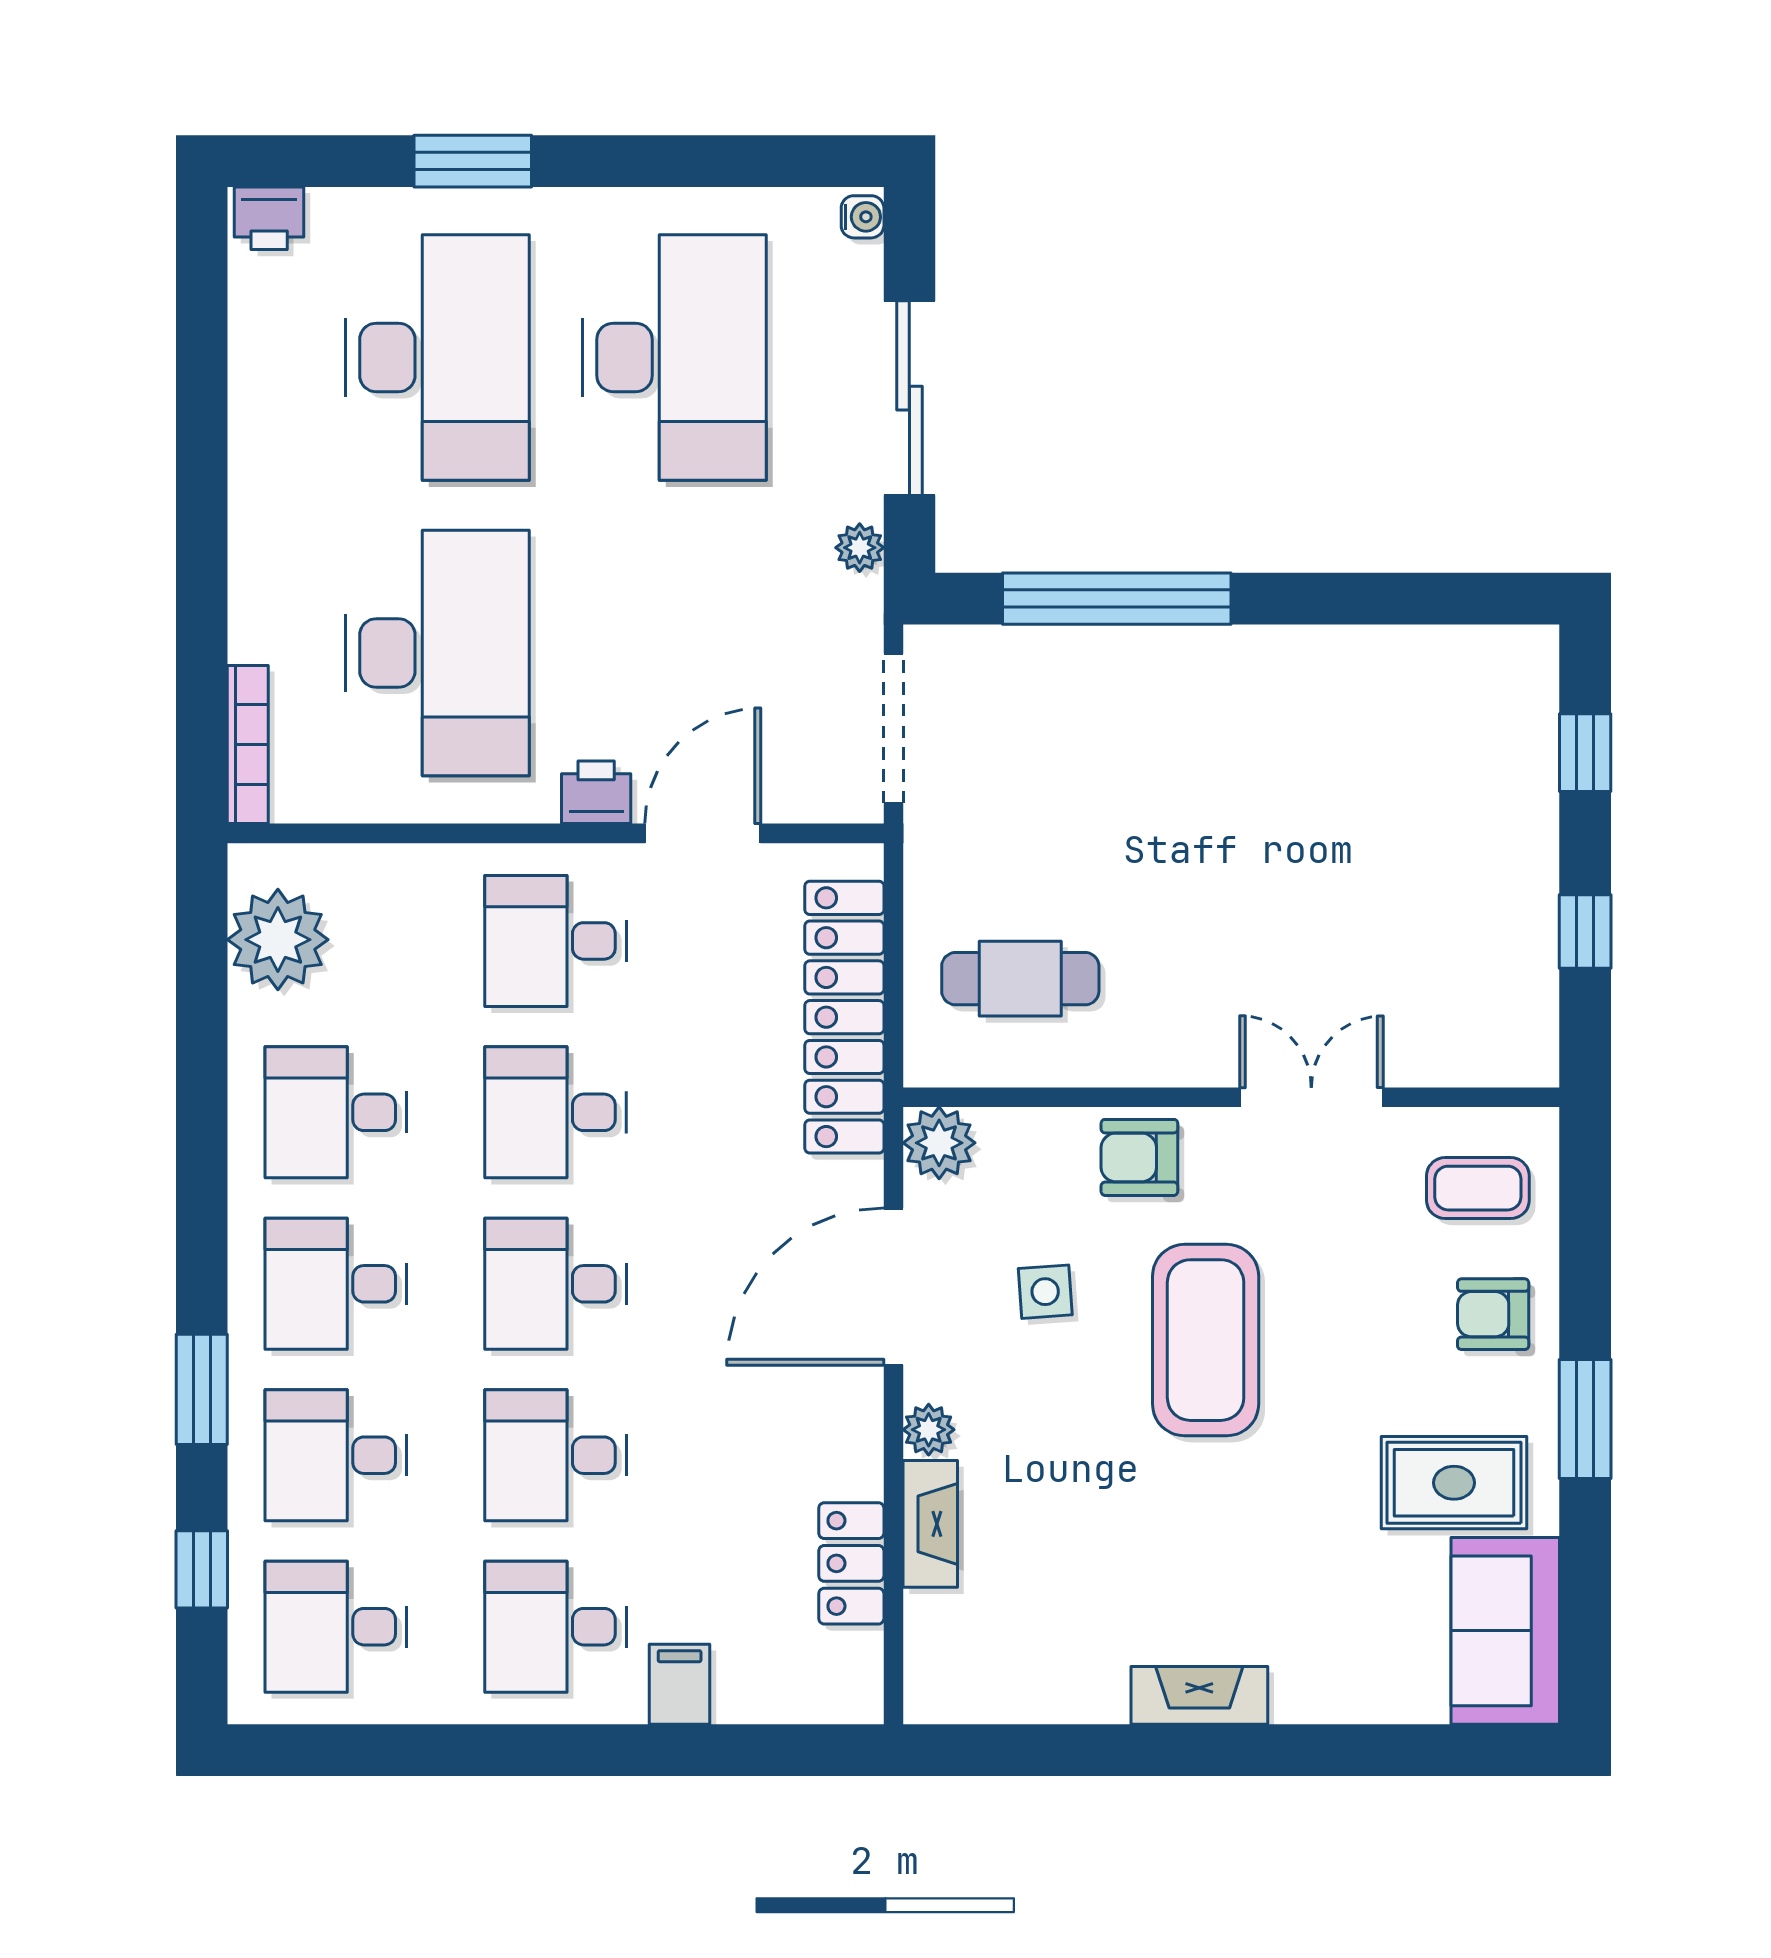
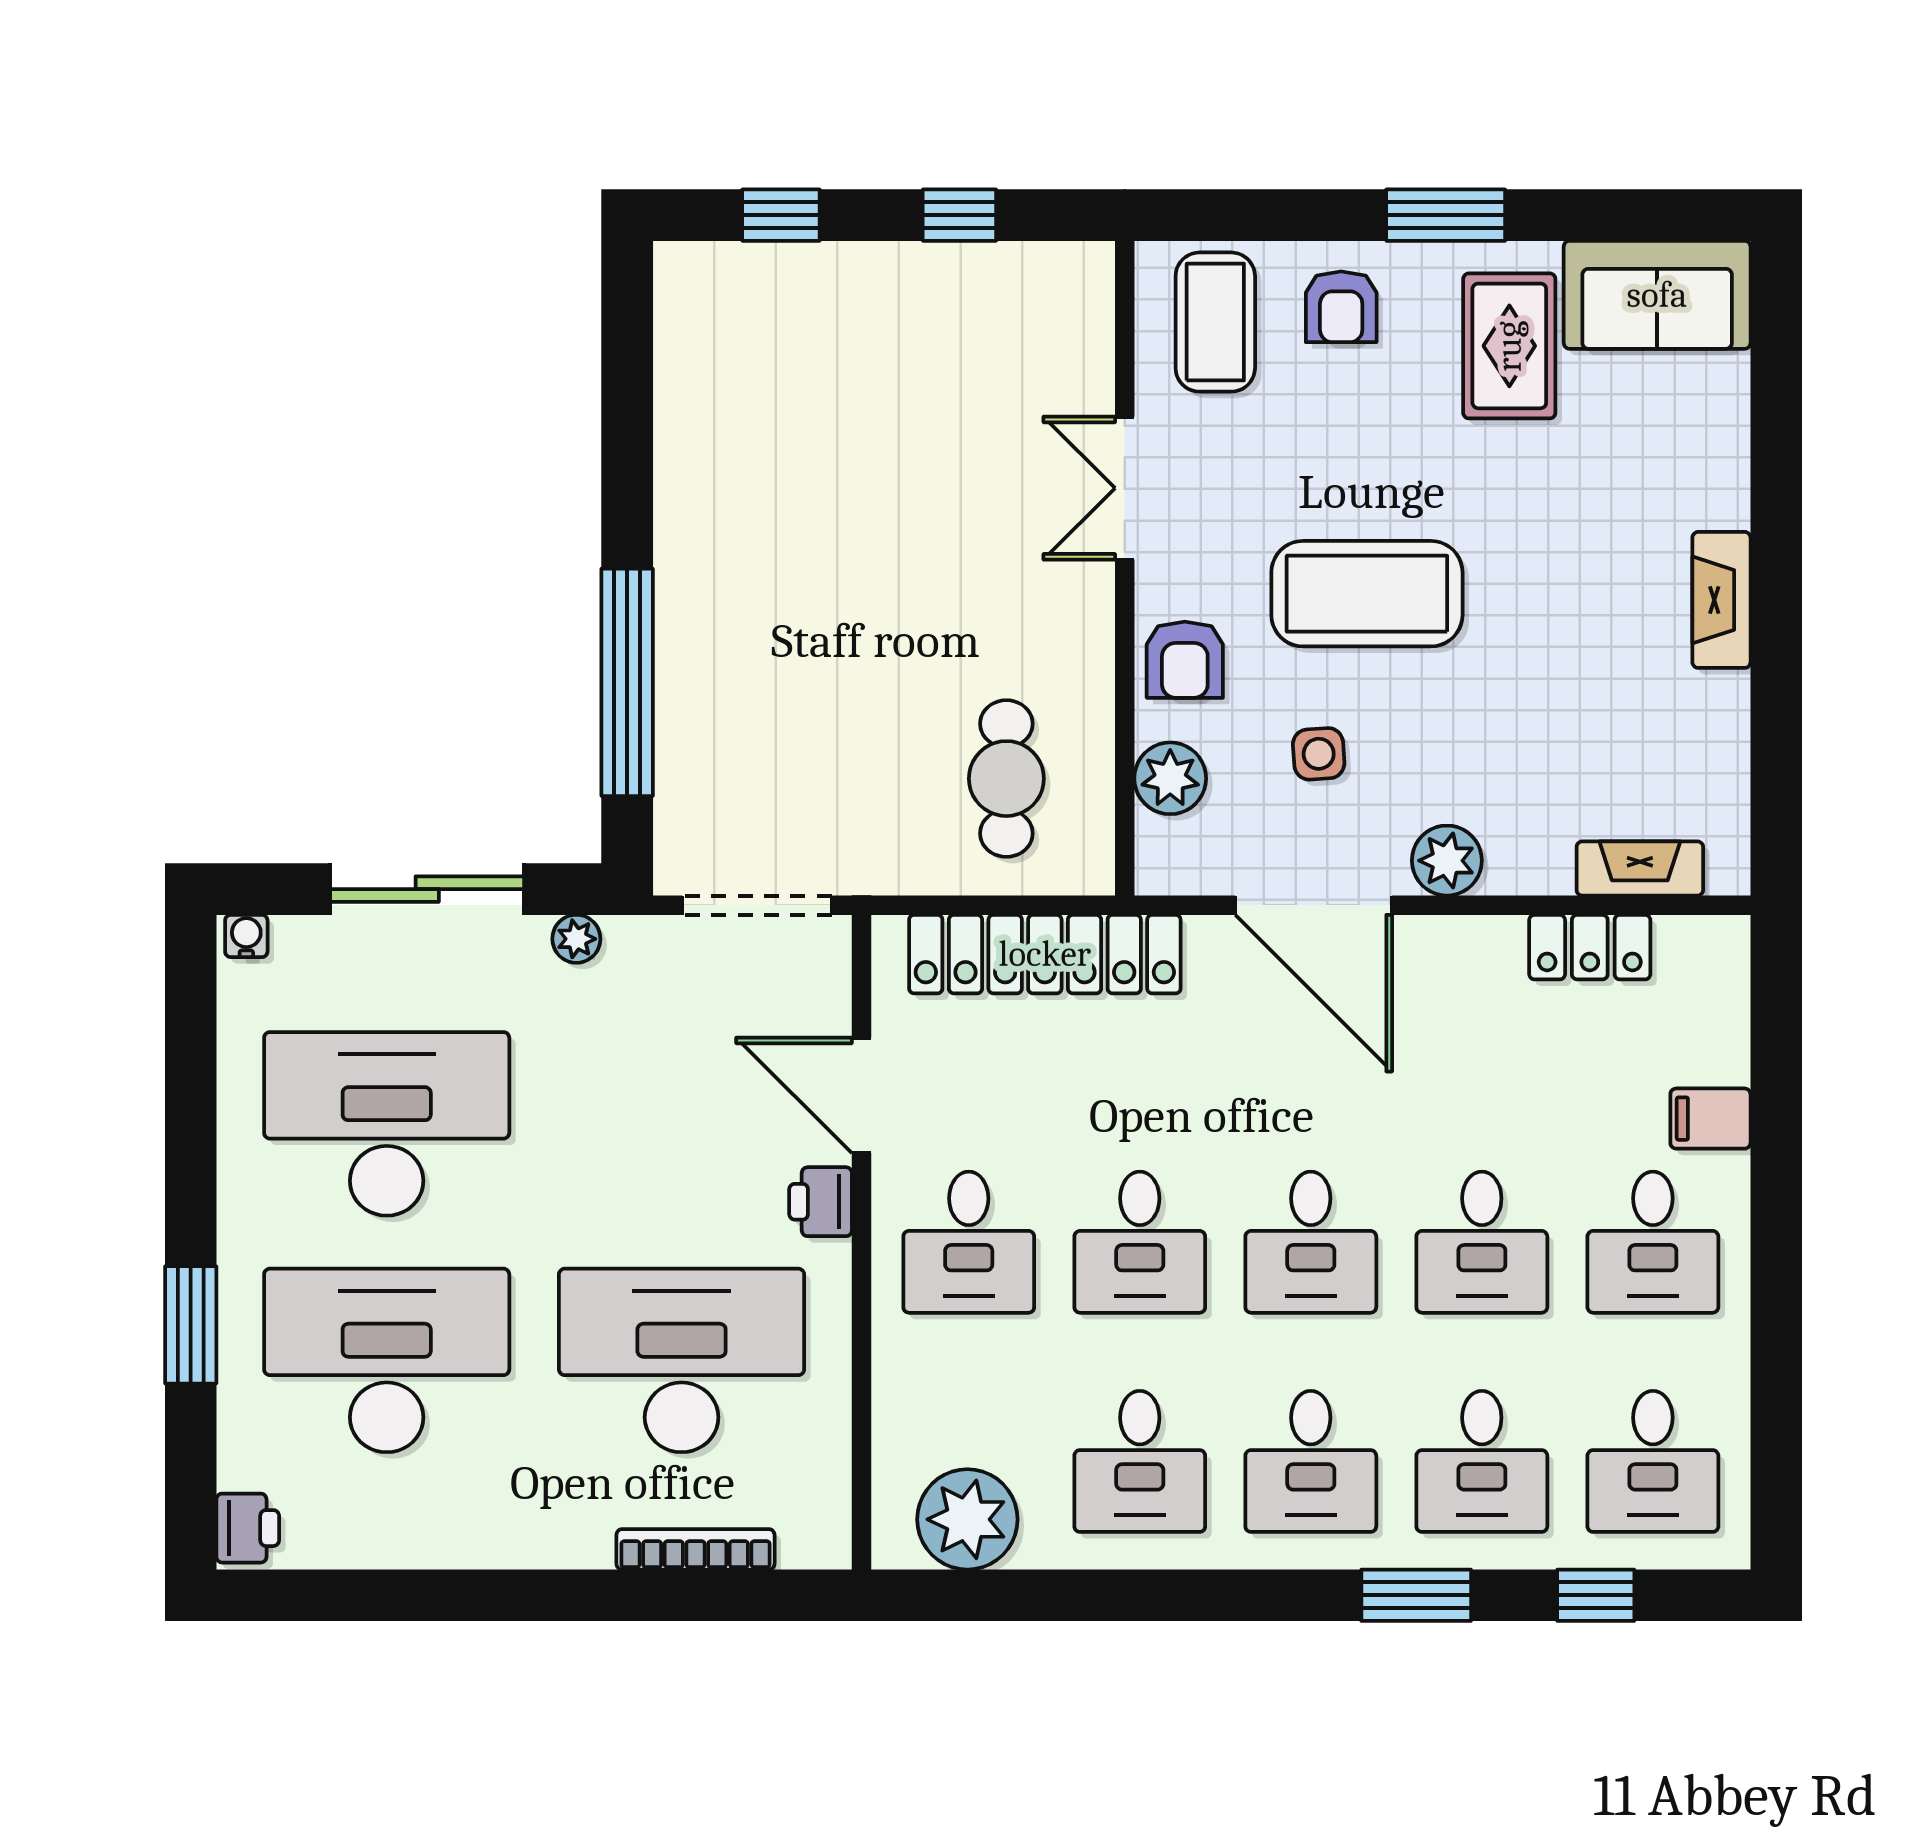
bookcase: (248, 745) -> (695, 1549), moved
plant: (939, 1143) -> (1170, 778), moved
coffee table: (1478, 1188) -> (1215, 322), width x1.36, depth x1.30
plant: (929, 1430) -> (1447, 861), width x1.38, depth x1.38
fireplace: (930, 1524) -> (1640, 868), moved

